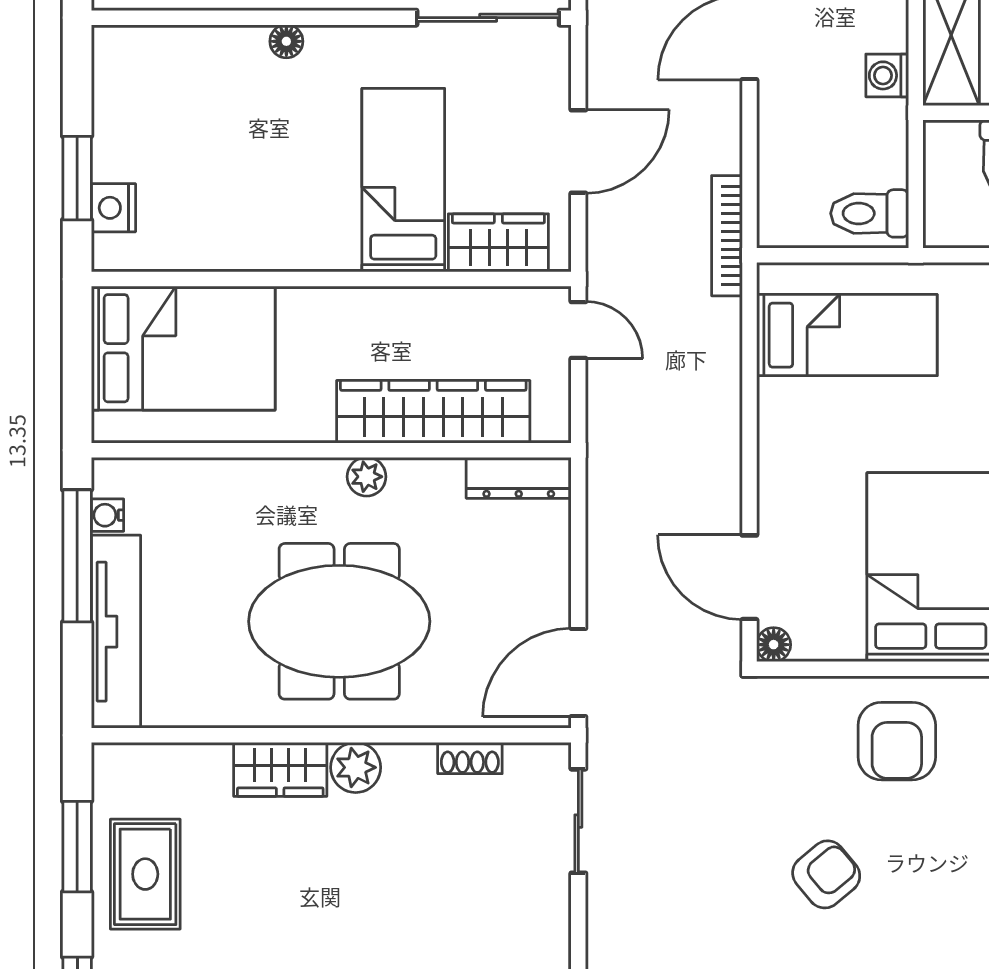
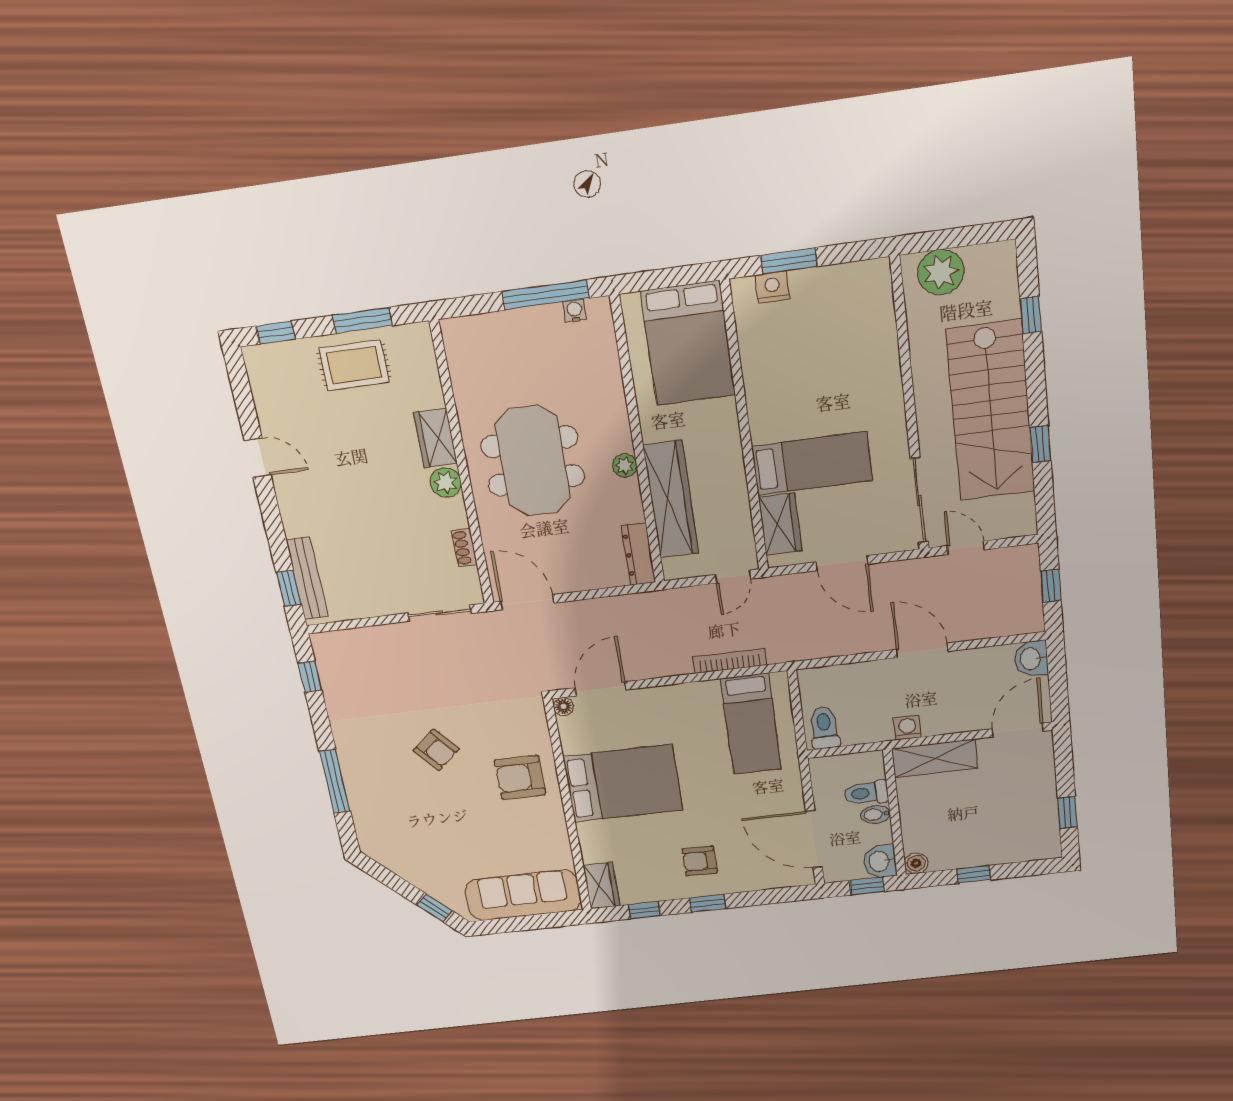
floor lamp: (286, 41) -> (892, 381), removed
bookcase: (727, 236) -> (730, 661), moved
tv unit: (116, 632) -> (502, 326), removed

